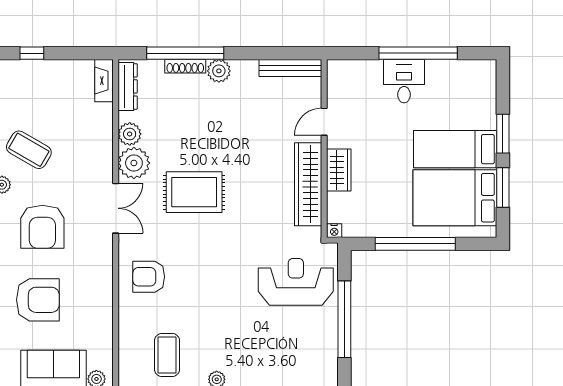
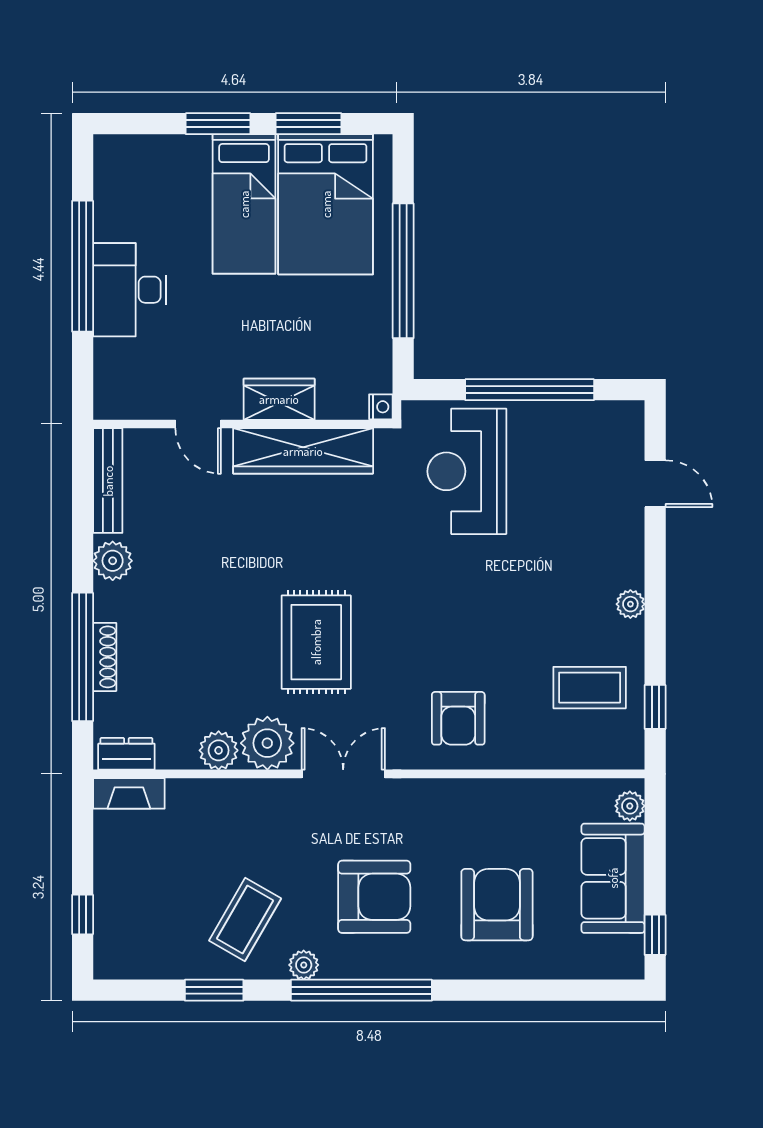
plant: (219, 71) -> (113, 561), moved
desk: (404, 81) -> (130, 290), width x1.37
dresser: (128, 86) -> (126, 754), width x0.70

